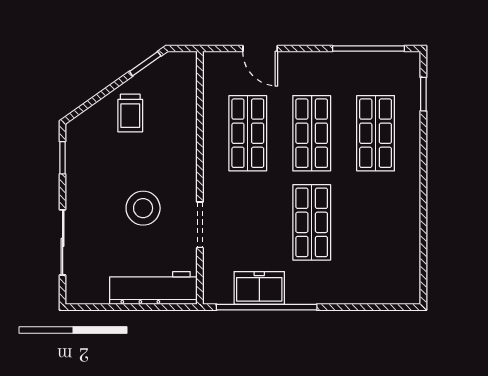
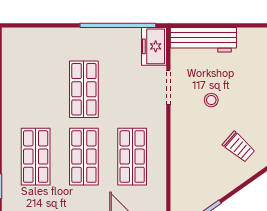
trolley: (130, 113) -> (239, 147), moved, turned 131
stool: (143, 208) -> (211, 100), width x0.53, depth x0.53
freezer: (259, 288) -> (154, 46), moved, turned 90

